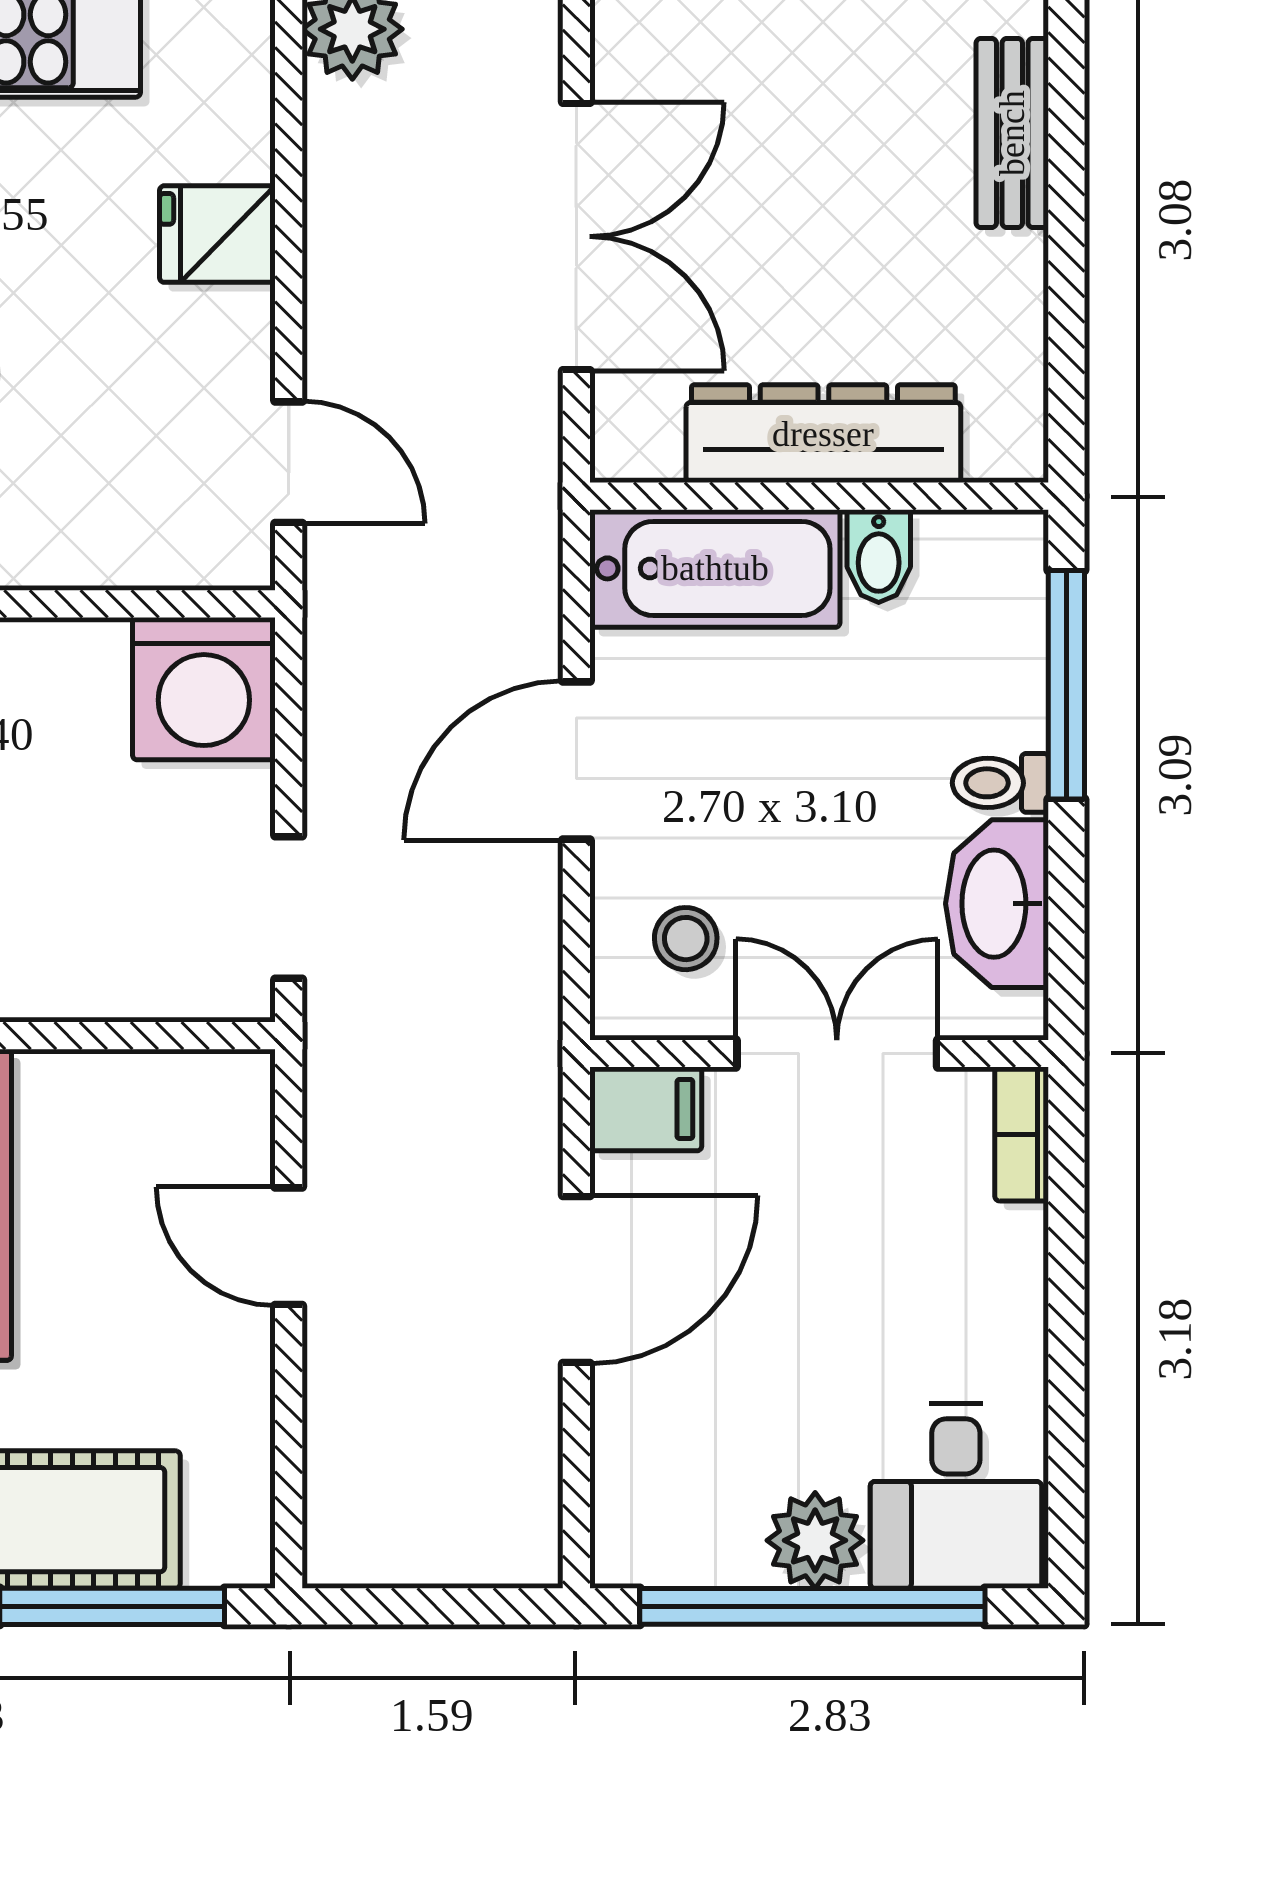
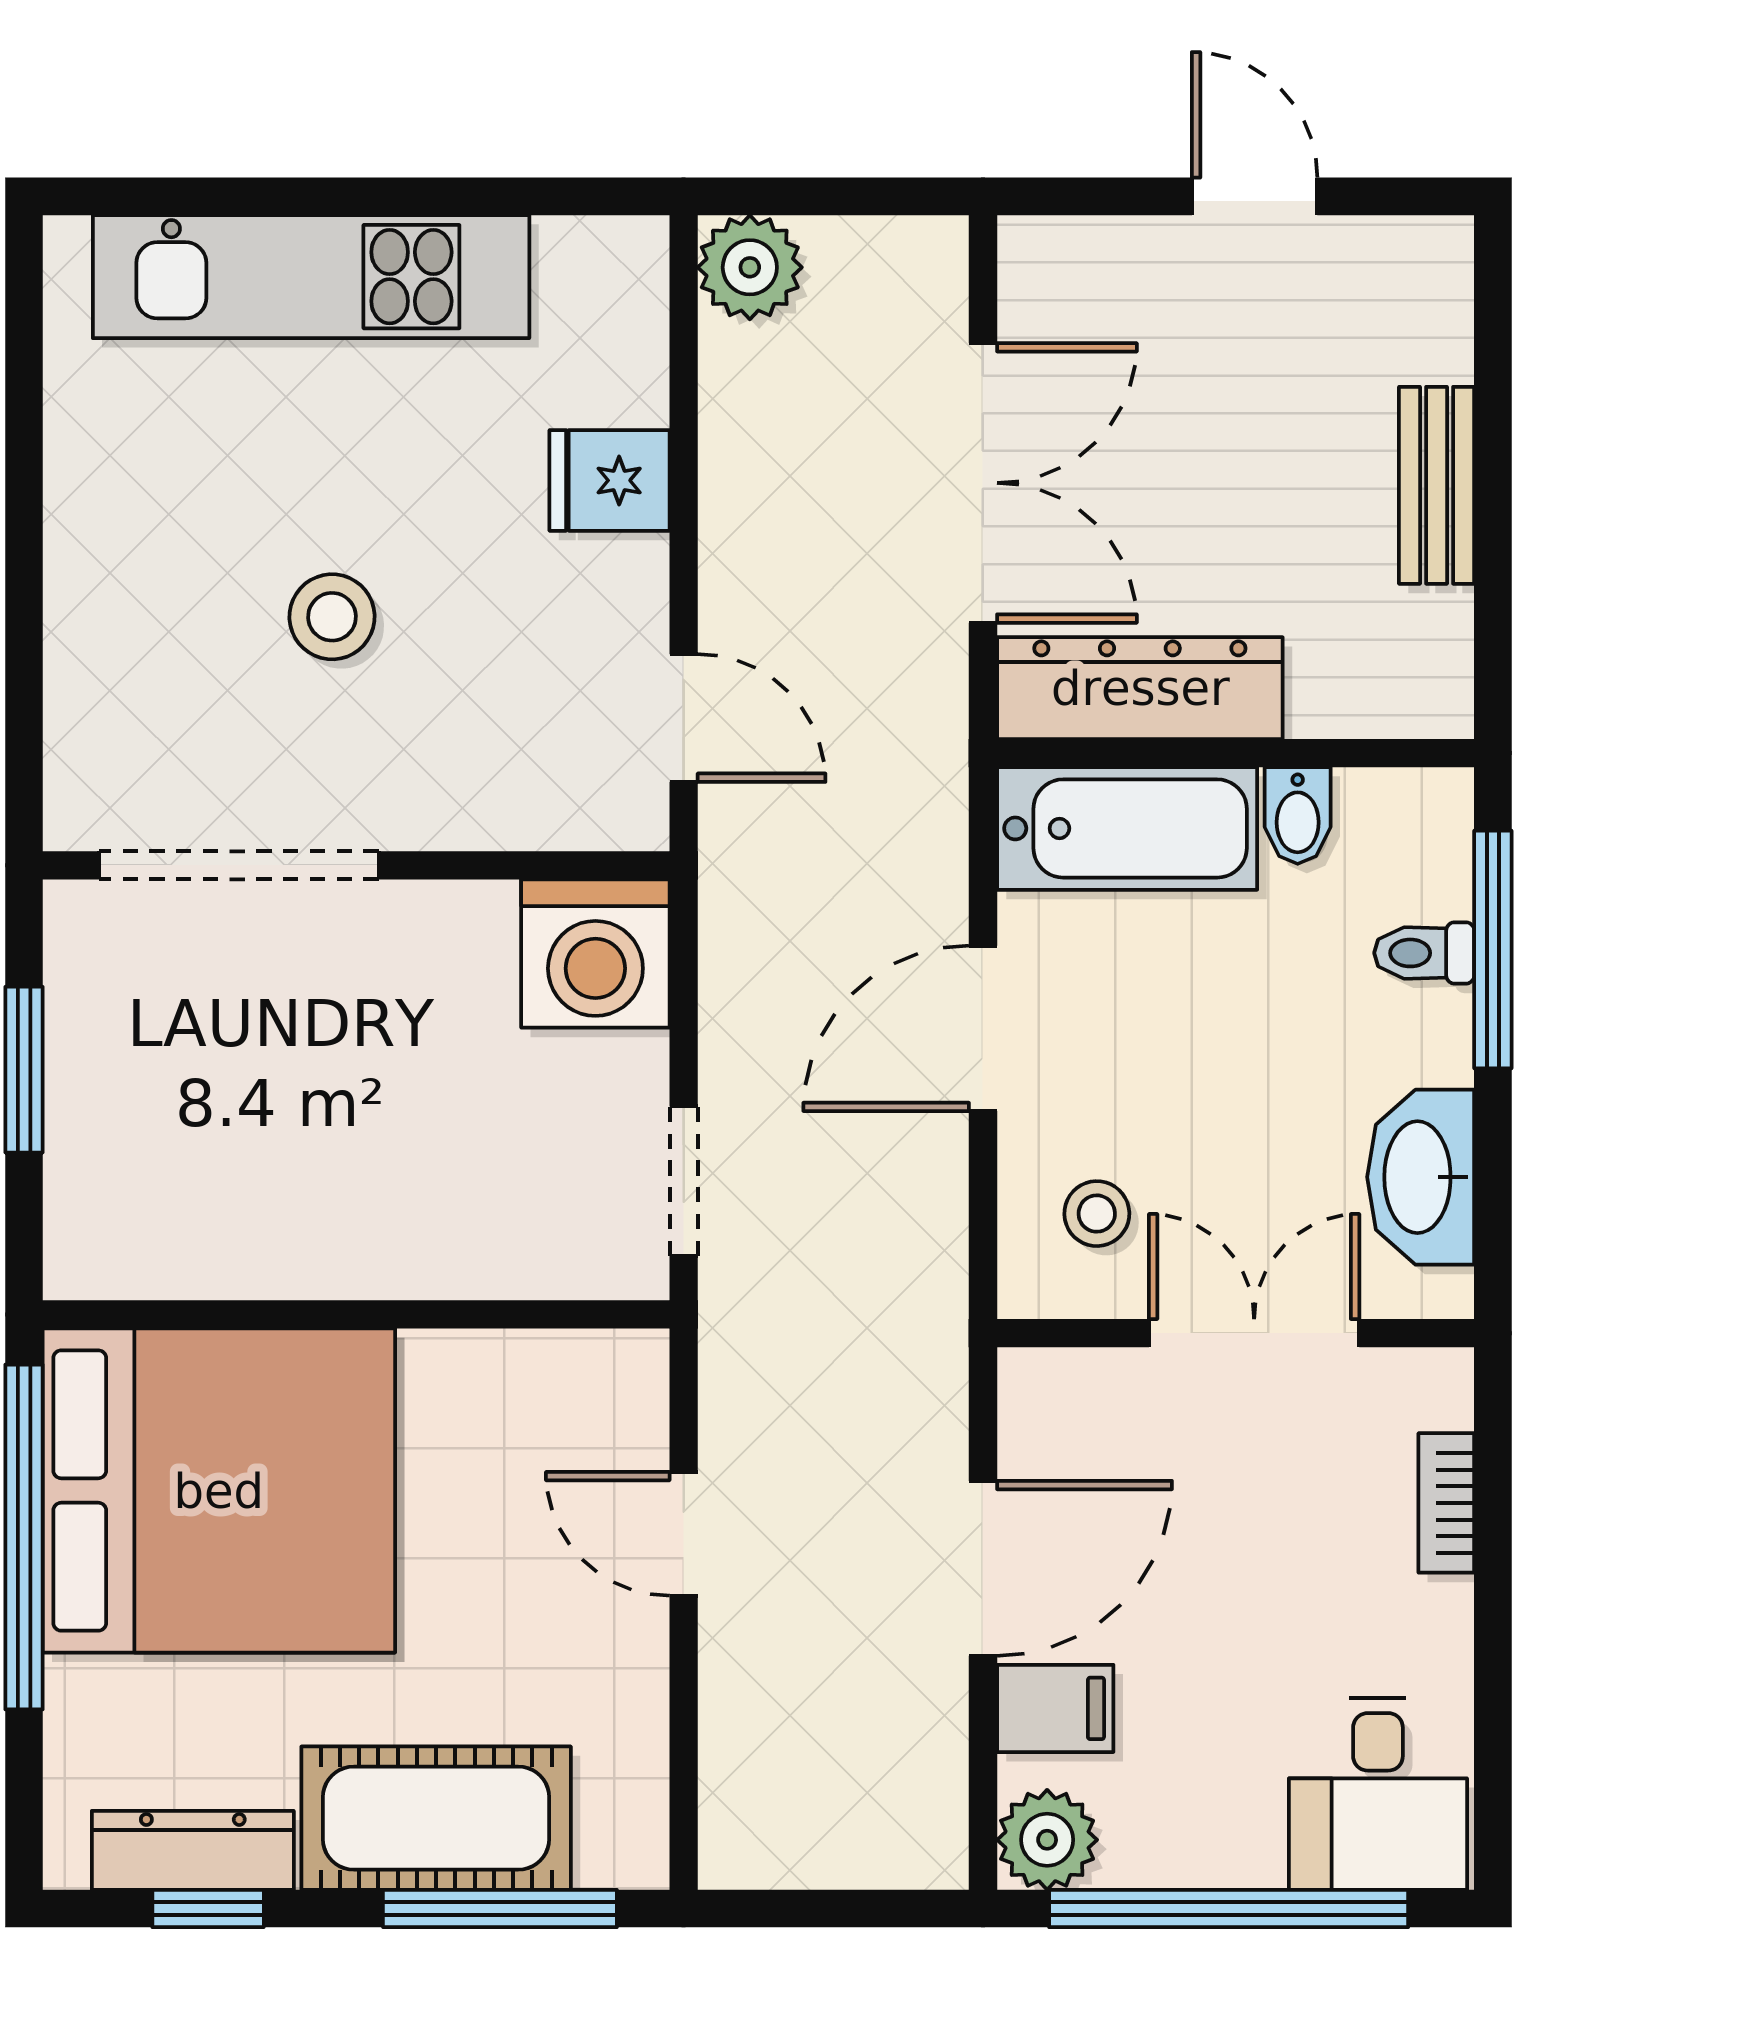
bench: (1012, 133) -> (1437, 485), moved
dresser: (823, 434) -> (1140, 688), moved
toilet: (1000, 783) -> (1424, 953), moved
filing cabinet: (646, 1109) -> (1055, 1708), moved
bookcase: (1022, 1134) -> (1446, 1503), moved
plant: (815, 1540) -> (1047, 1840), moved

